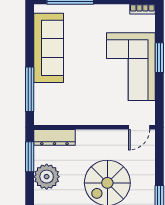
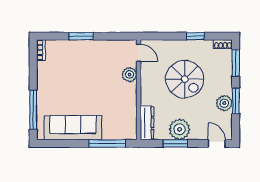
corner sofa: (131, 67) -> (89, 60), removed
plant: (113, 116) -> (130, 75), added
window: (30, 157) -> (175, 143), moved

